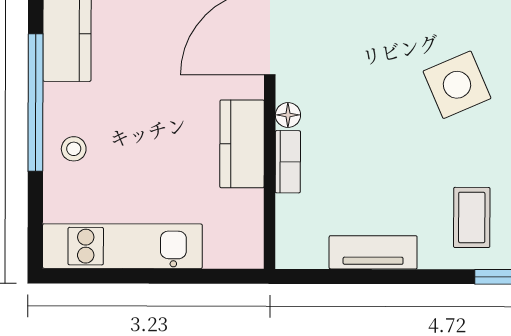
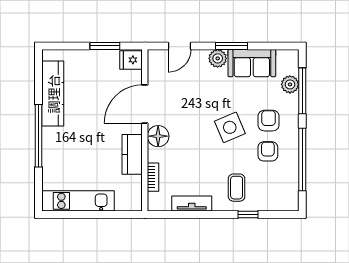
floor lamp: (288, 115) -> (158, 136), width x1.89, depth x1.89
stool: (74, 149) -> (56, 157), removed
bookcase: (288, 162) -> (153, 177), moved

